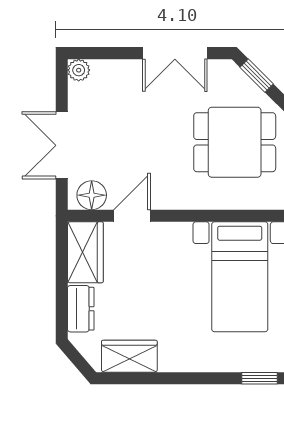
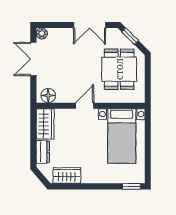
dining table: (235, 142) -> (119, 69), turned 90
double door: (62, 145) -> (33, 59), moved
door: (132, 216) -> (85, 106), moved

